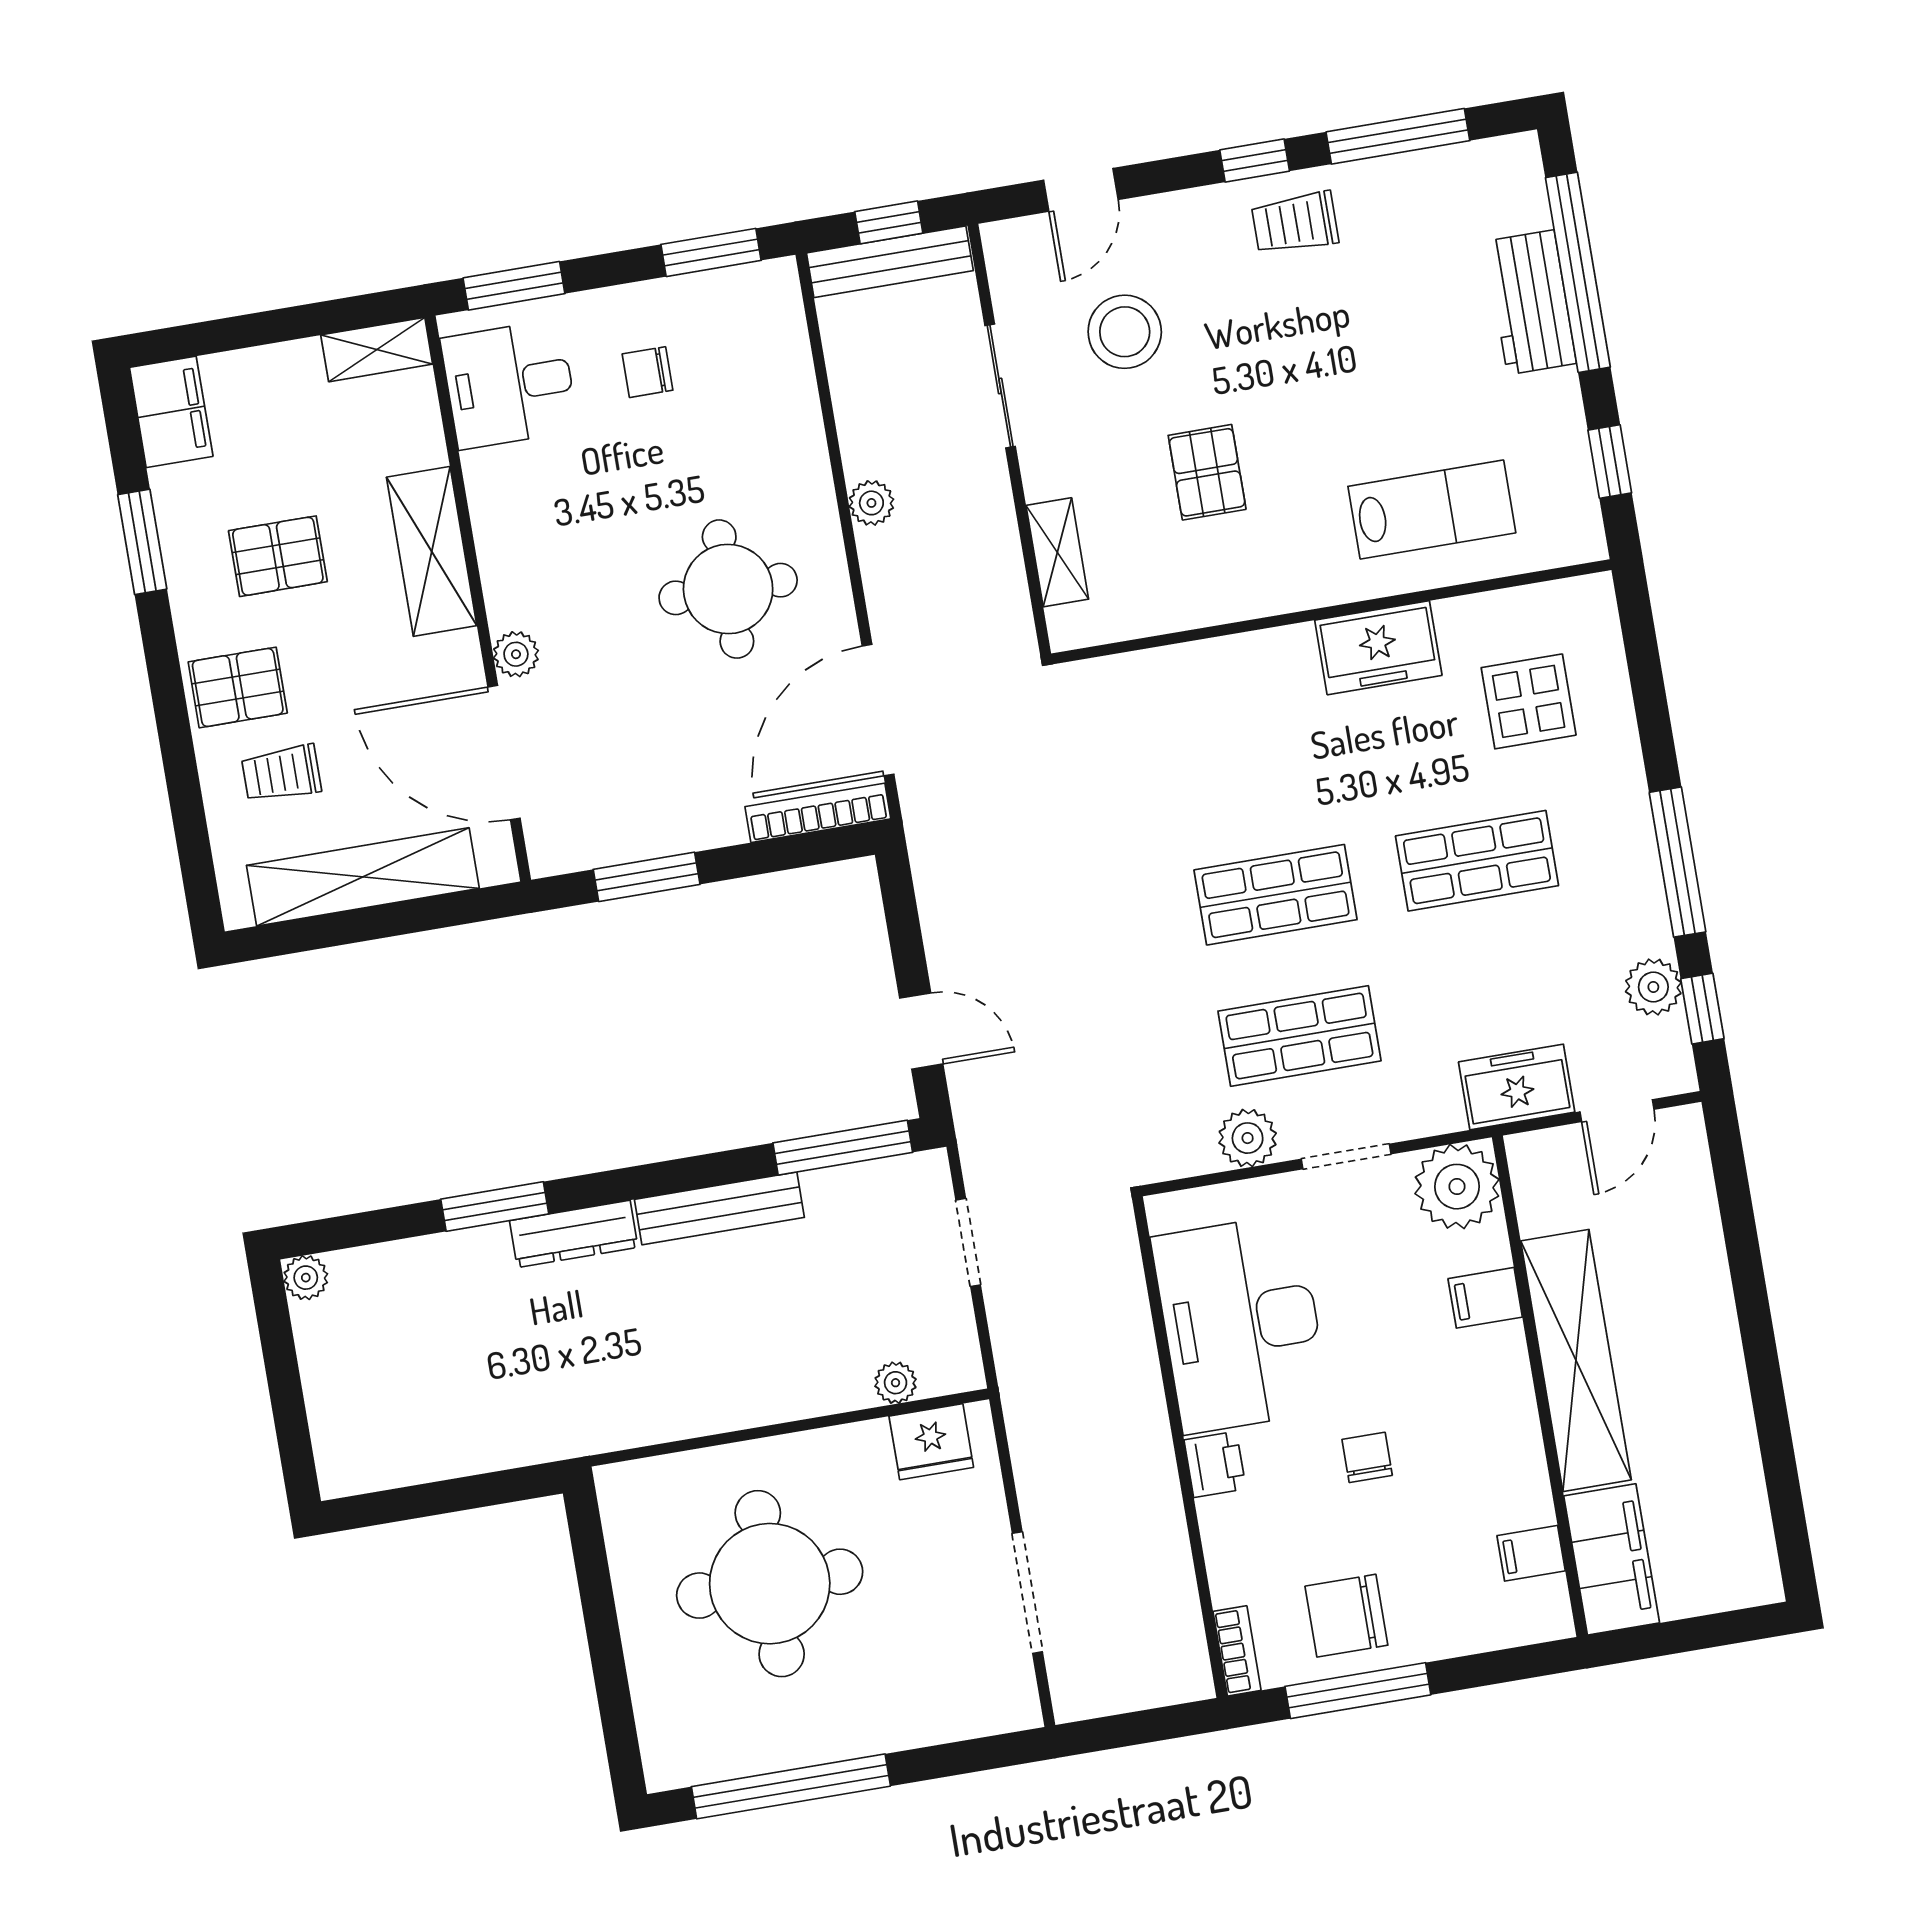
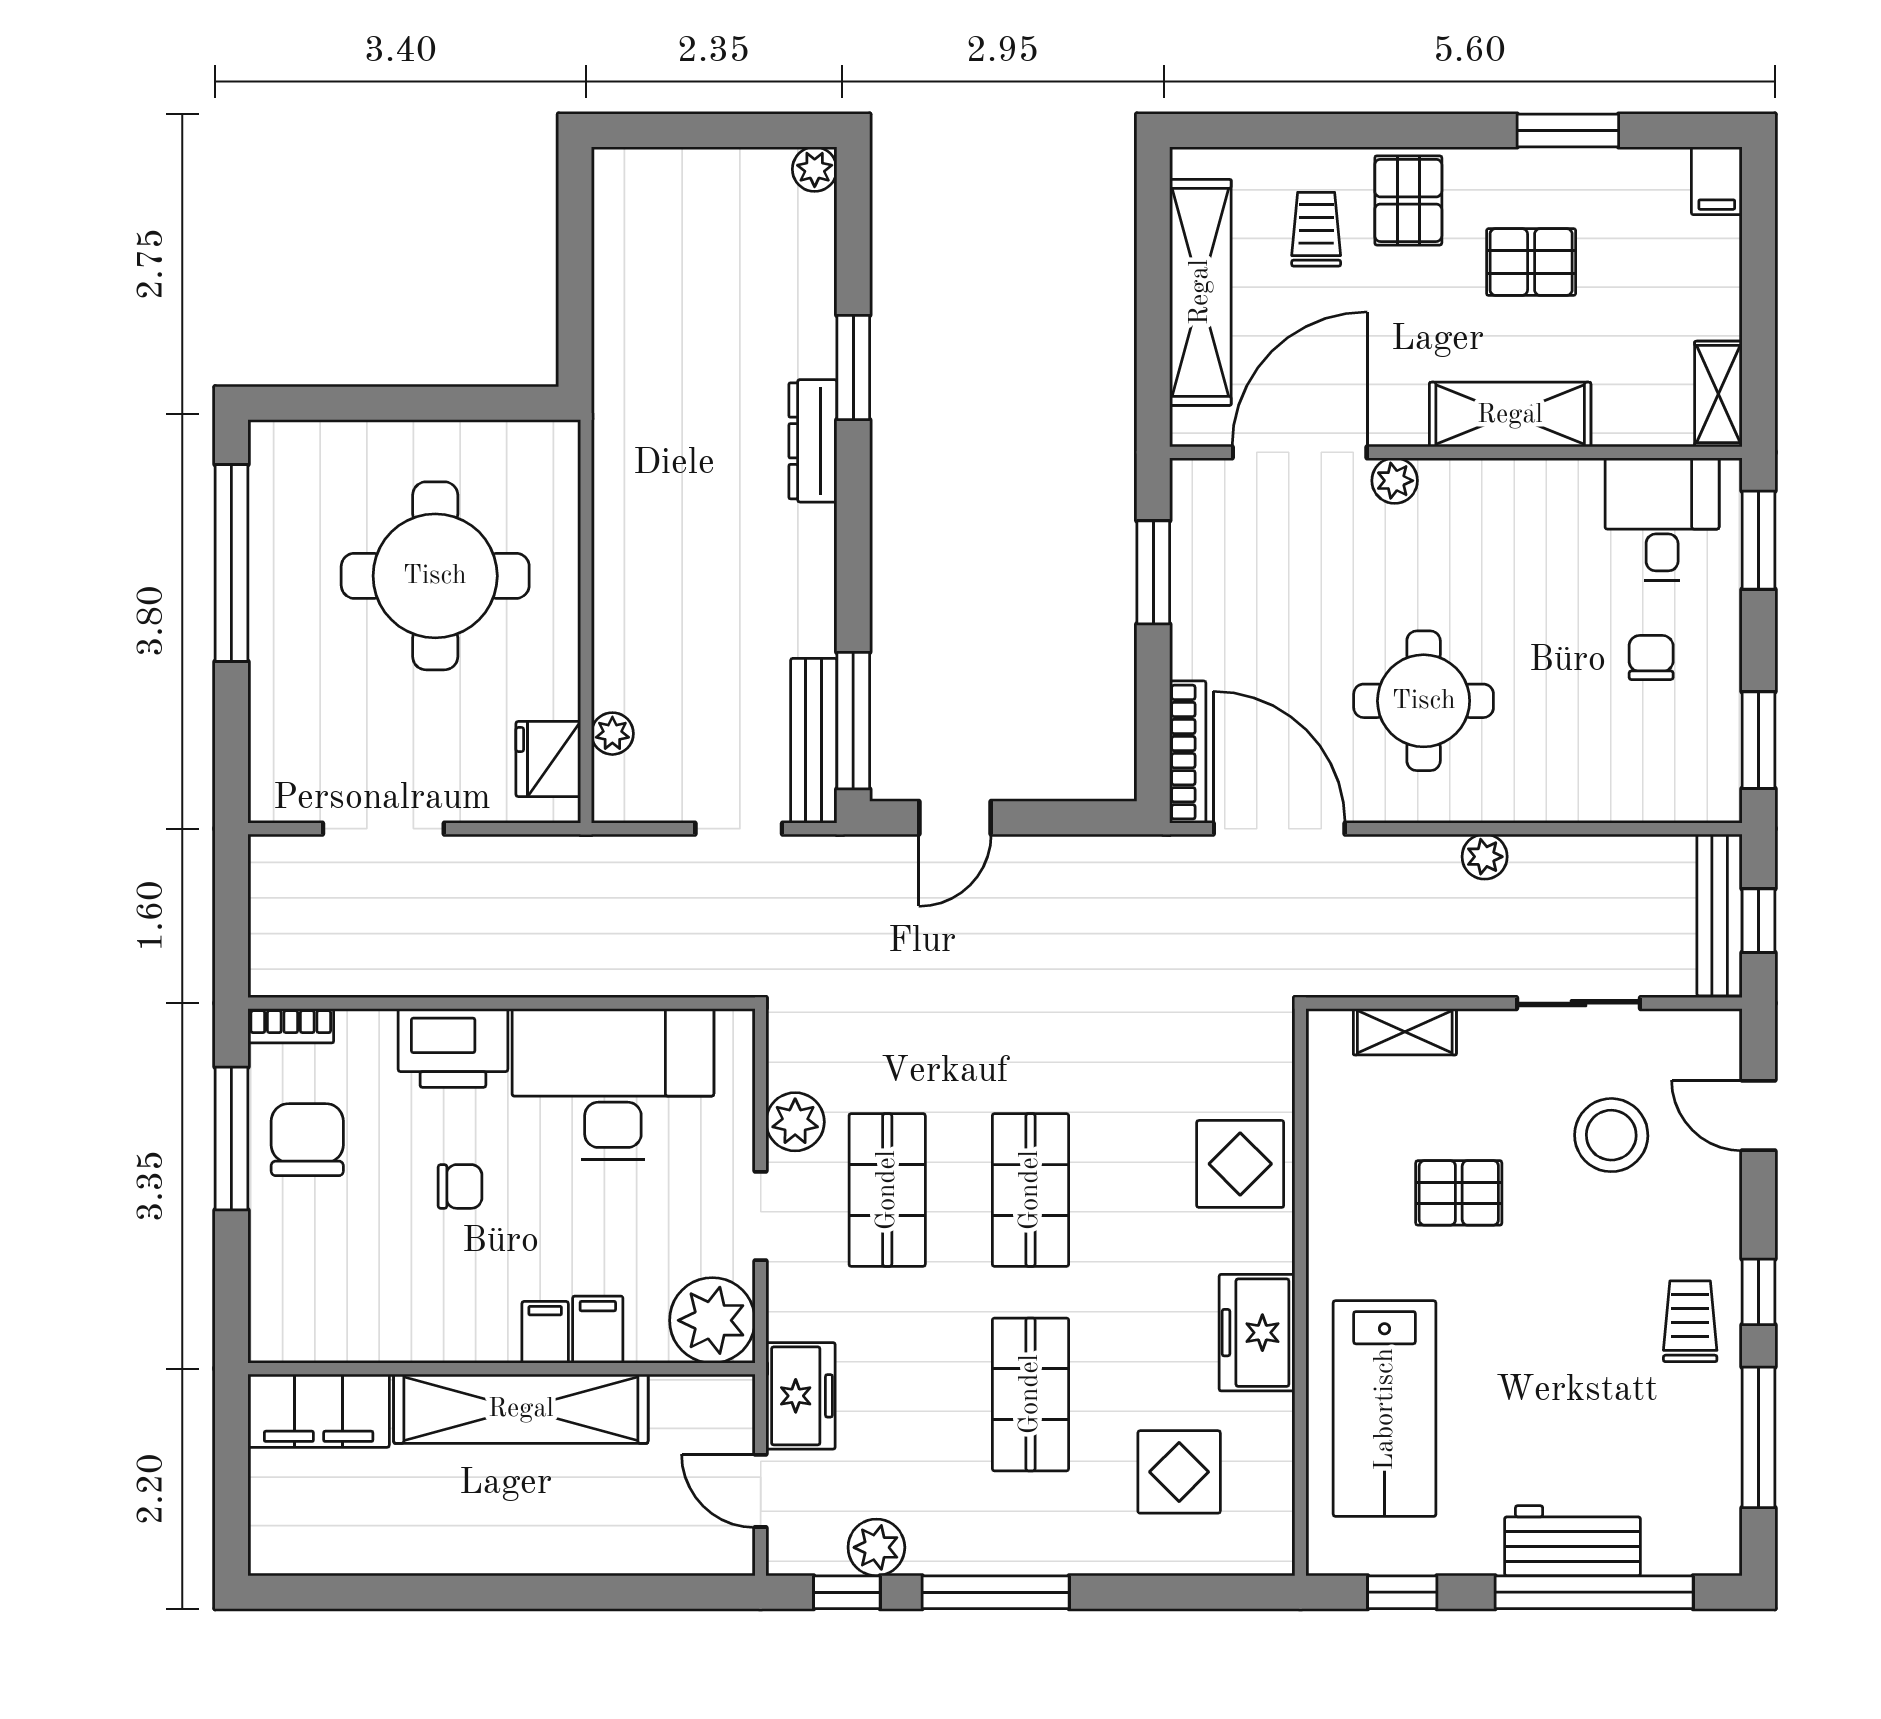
filing cabinet: (171, 412) -> (1717, 181), width x0.50
lab bench: (1432, 510) -> (1385, 1409), width x1.36, depth x1.39
pallet: (278, 556) -> (1531, 262), turned 90
display table: (1215, 692) -> (1240, 1164), added
bench: (719, 1208) -> (814, 741), moved
printer: (1215, 1464) -> (453, 1048), width x1.87, depth x1.48
filing cabinet: (1531, 1553) -> (545, 1332), moved

